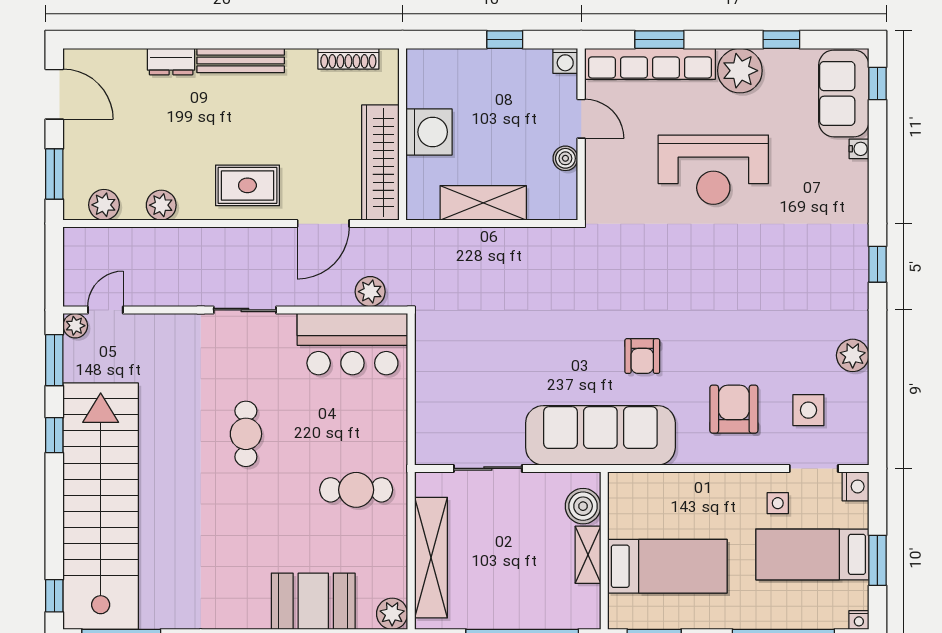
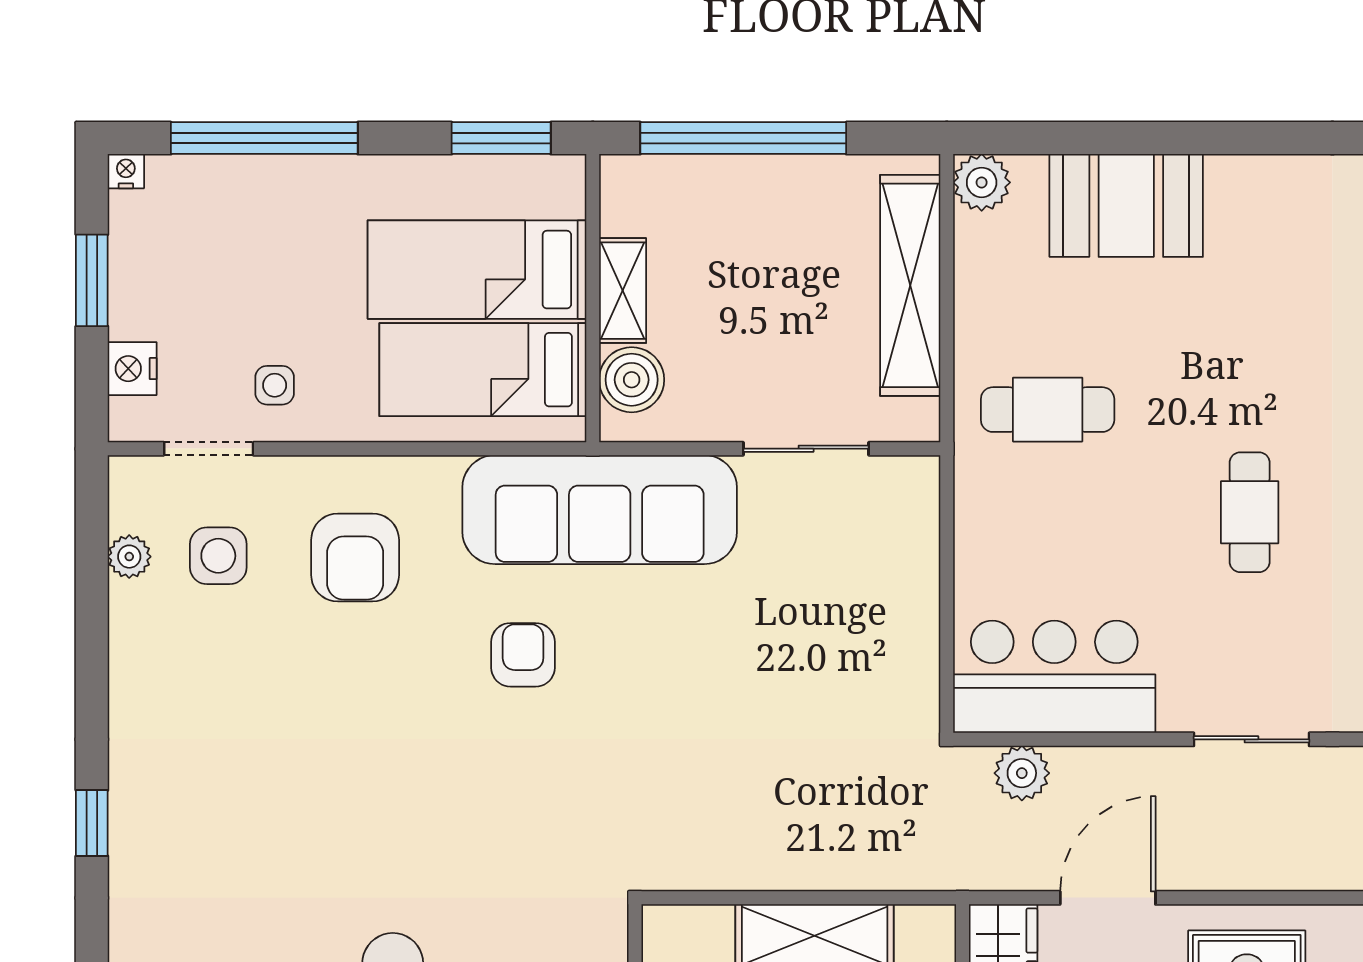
plant: (853, 355) -> (129, 557), moved, width x0.73, depth x0.73
nightstand: (855, 486) -> (132, 369), moved
bed: (812, 554) -> (483, 370), moved, turned 180

